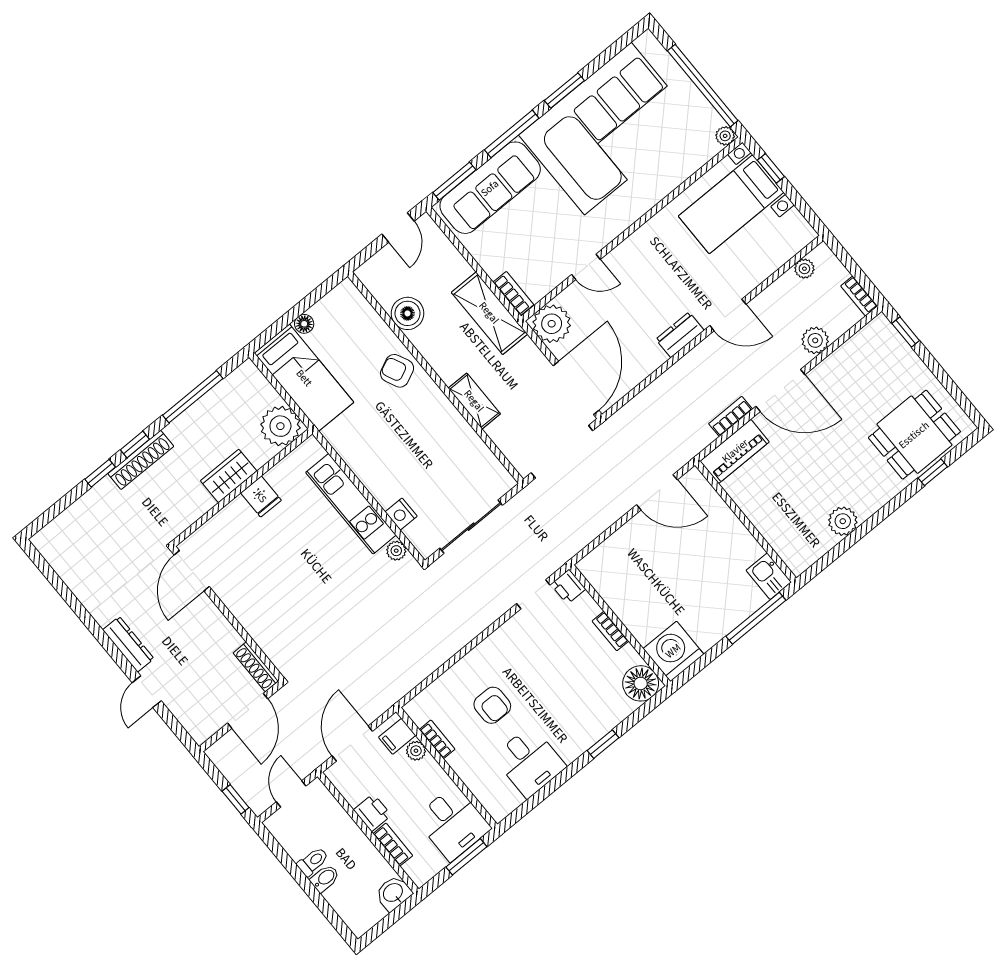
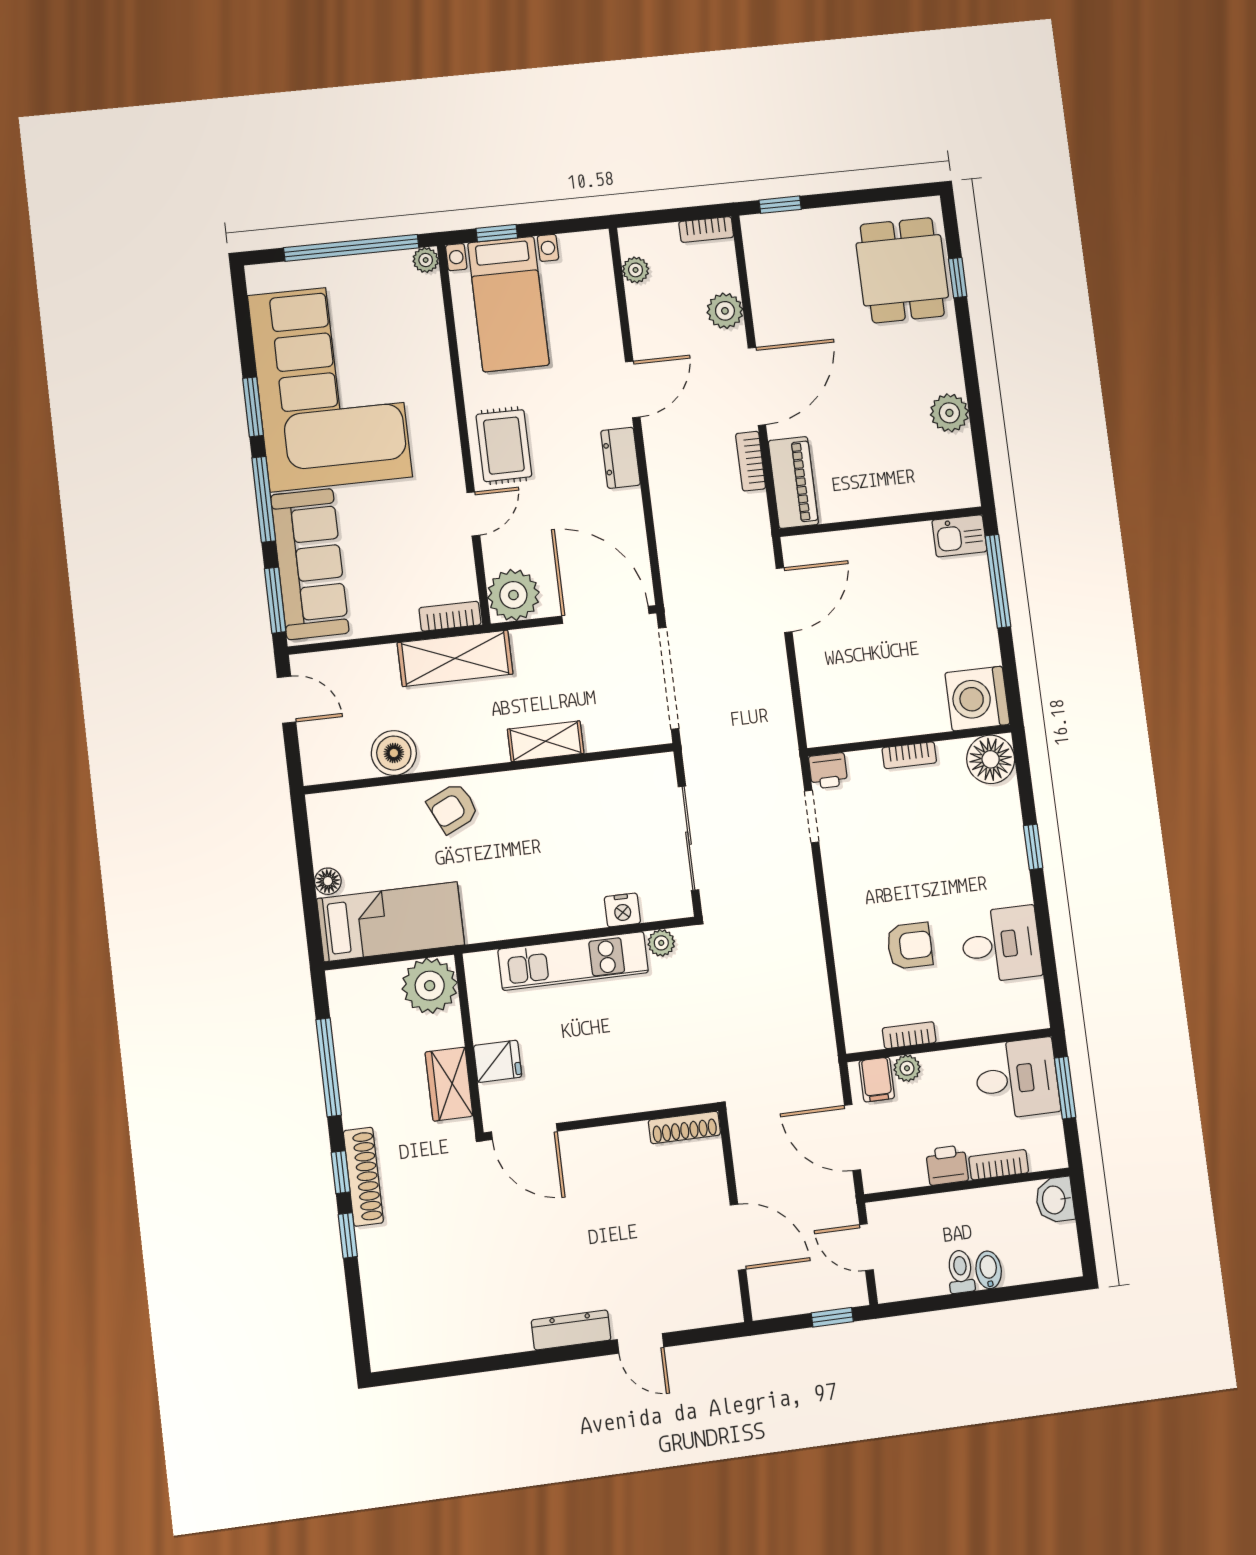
rug: (641, 258) -> (504, 446), added
door: (192, 571) -> (524, 1132), moved
wall: (227, 614) -> (601, 1122), moved
shoe rack: (256, 667) -> (684, 1127), moved

